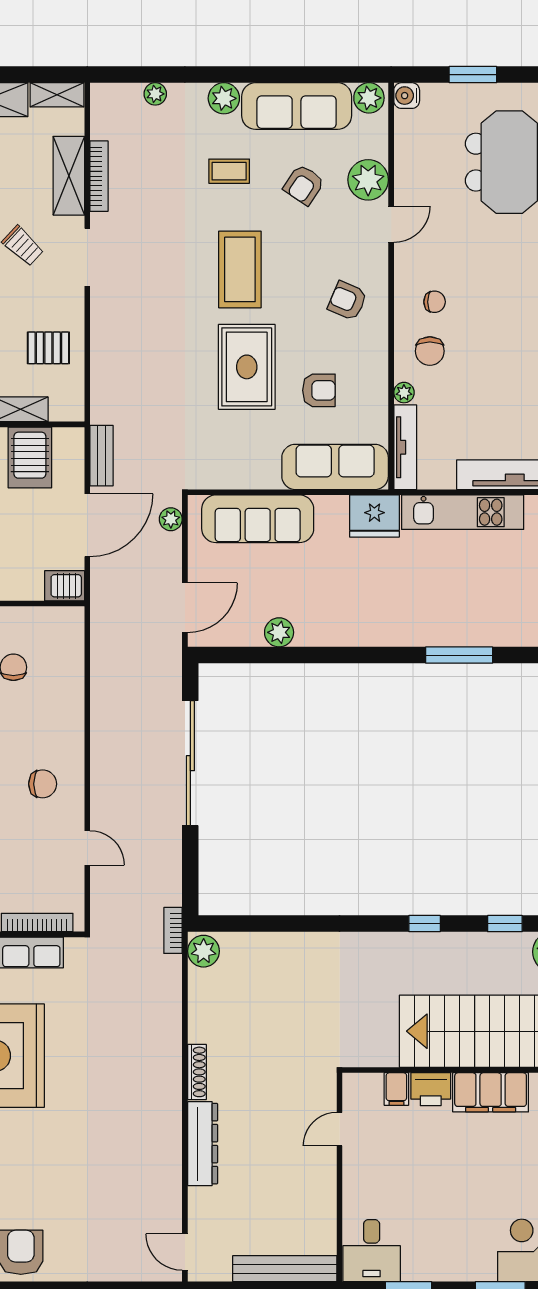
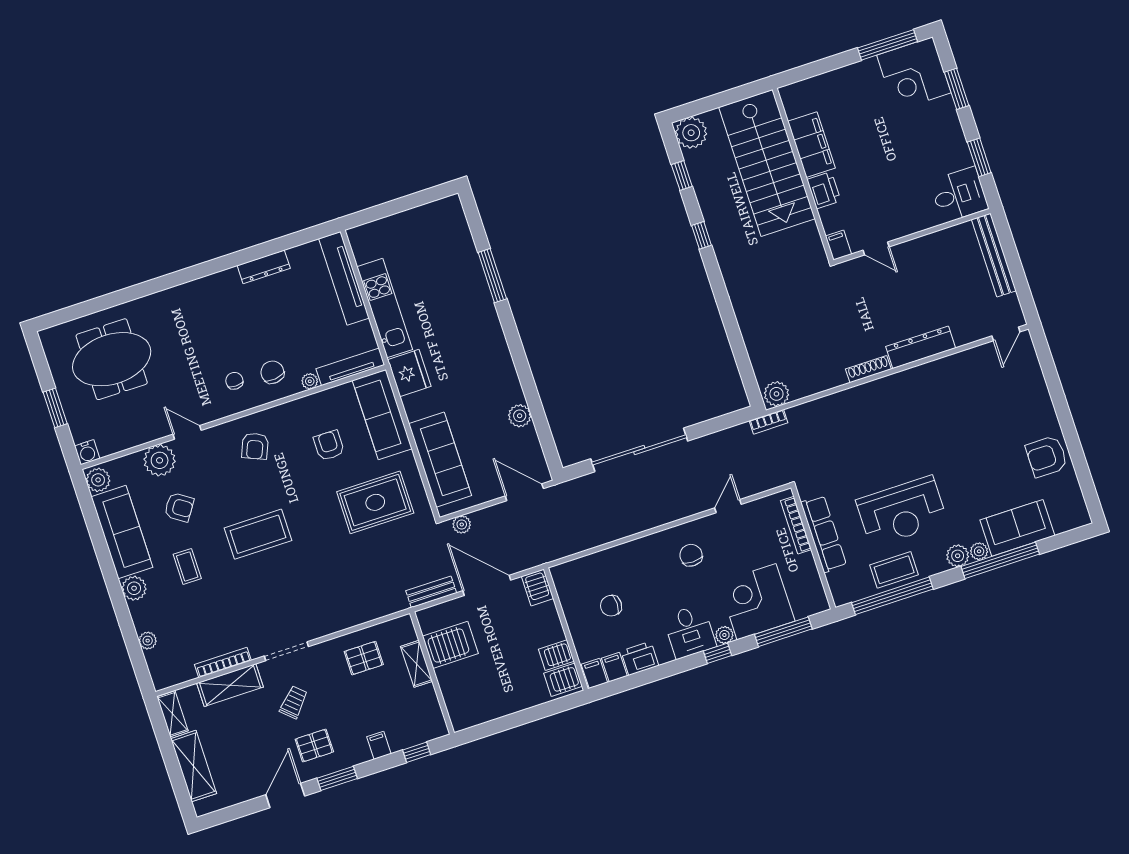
pallet: (48, 348) -> (364, 658), turned 90
chair: (430, 351) -> (272, 372), turned -97
rug: (247, 367) -> (375, 502), moved
filing cabinet: (396, 1089) -> (838, 245), moved, turned -90

